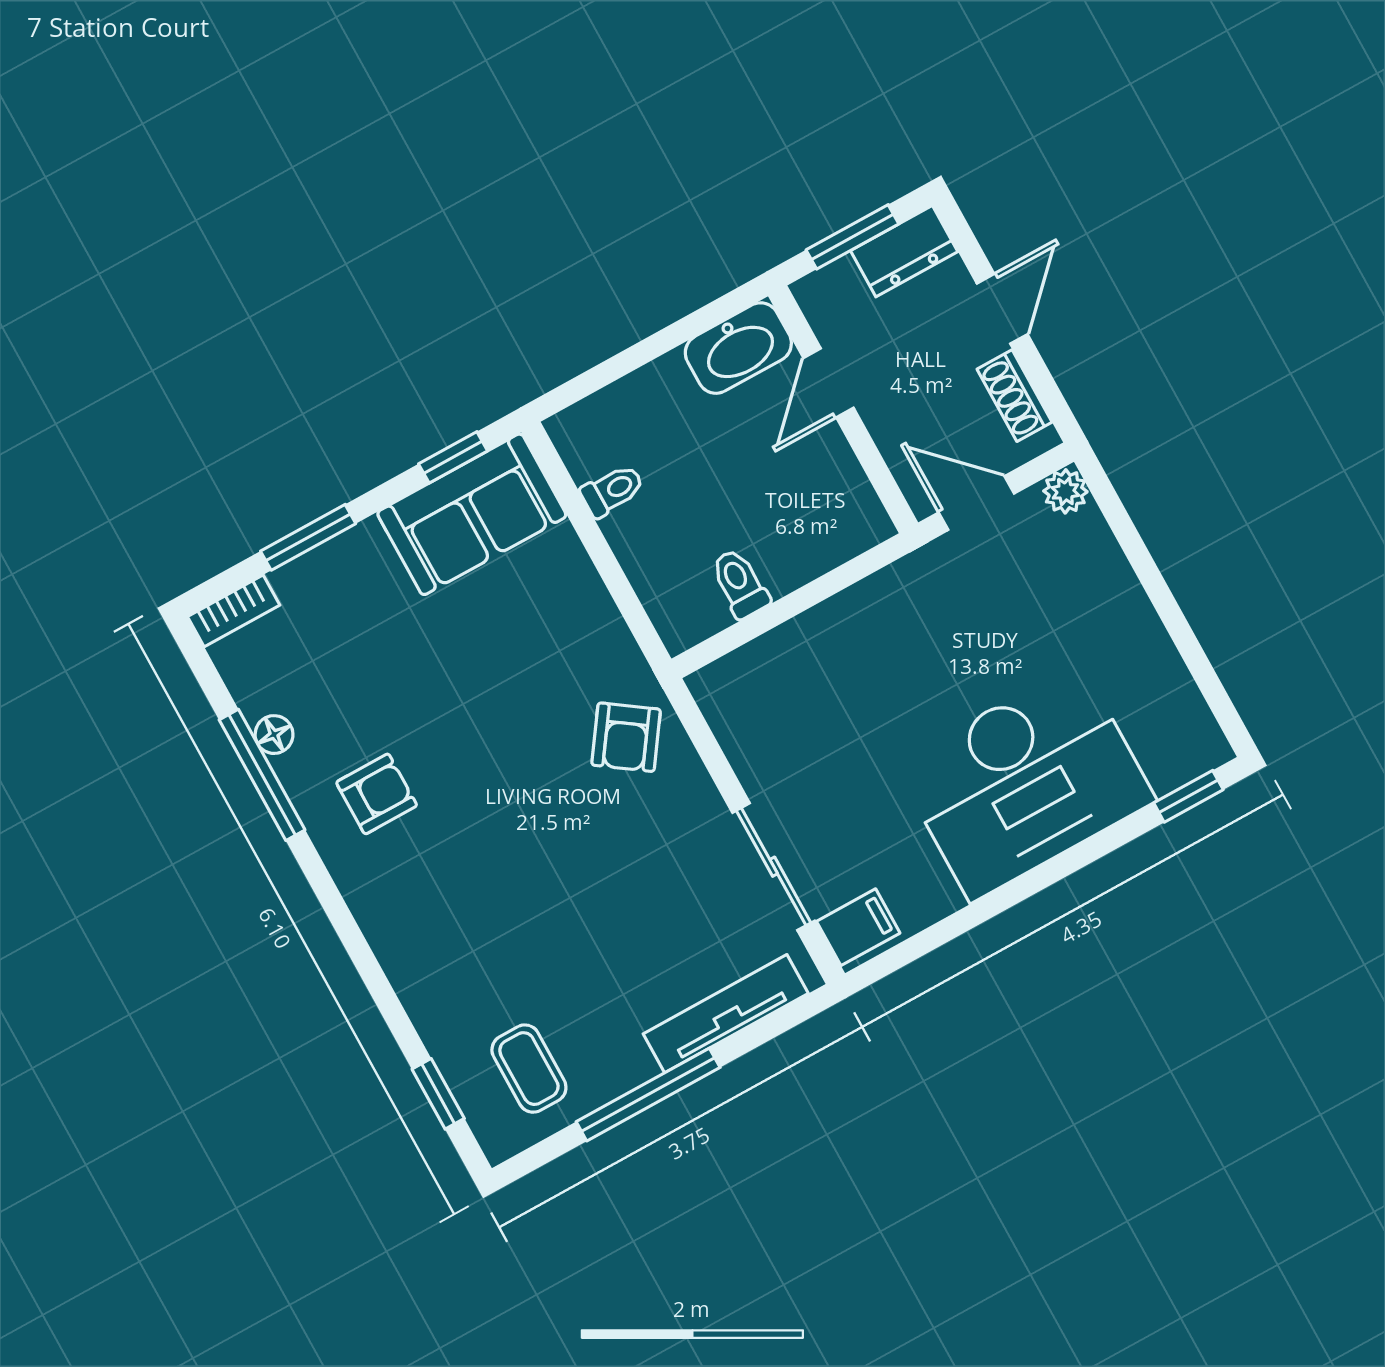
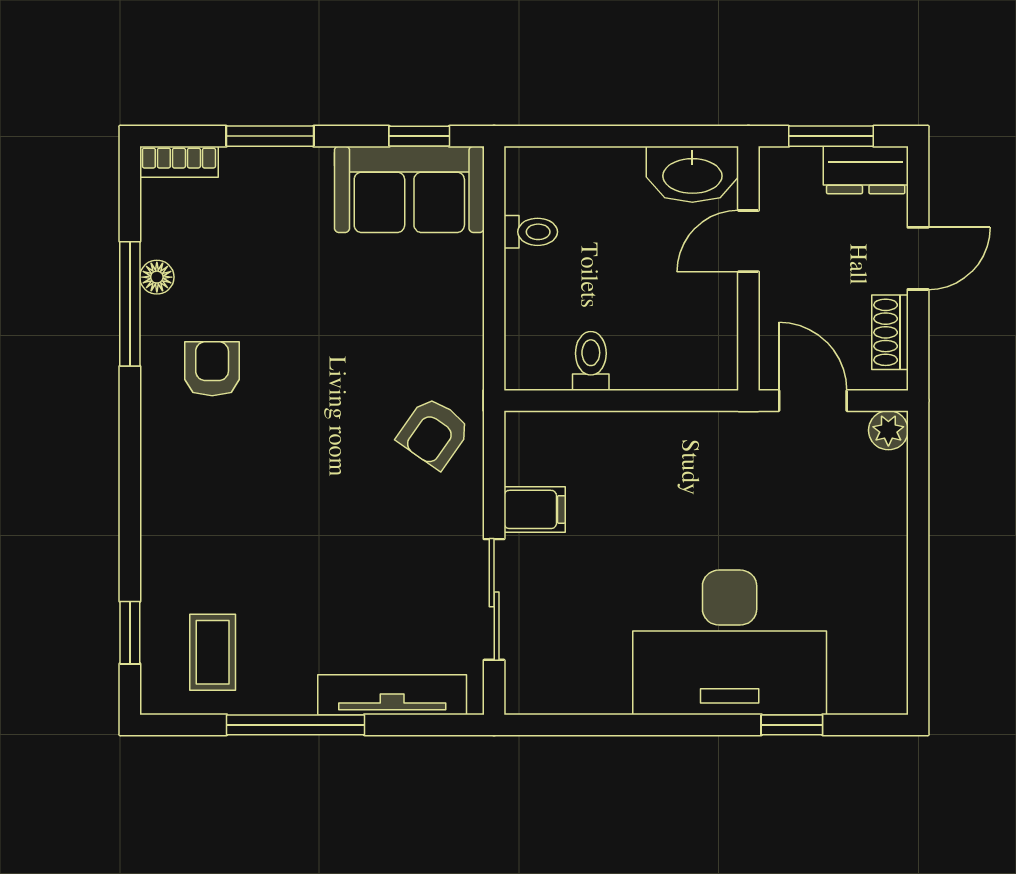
armchair: (377, 794) -> (212, 369), turned -90
window: (1188, 796) -> (792, 725), moved
filing cabinet: (858, 927) -> (535, 509), moved

